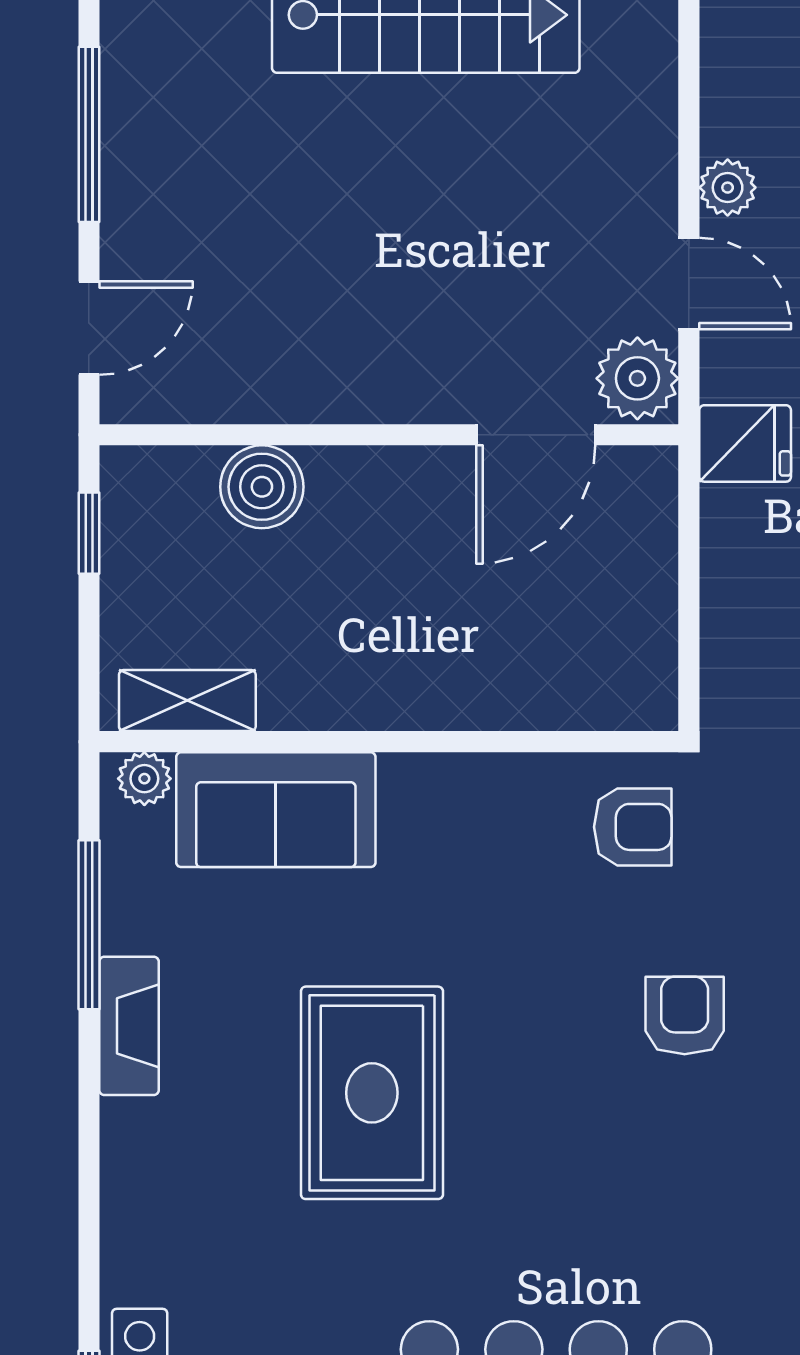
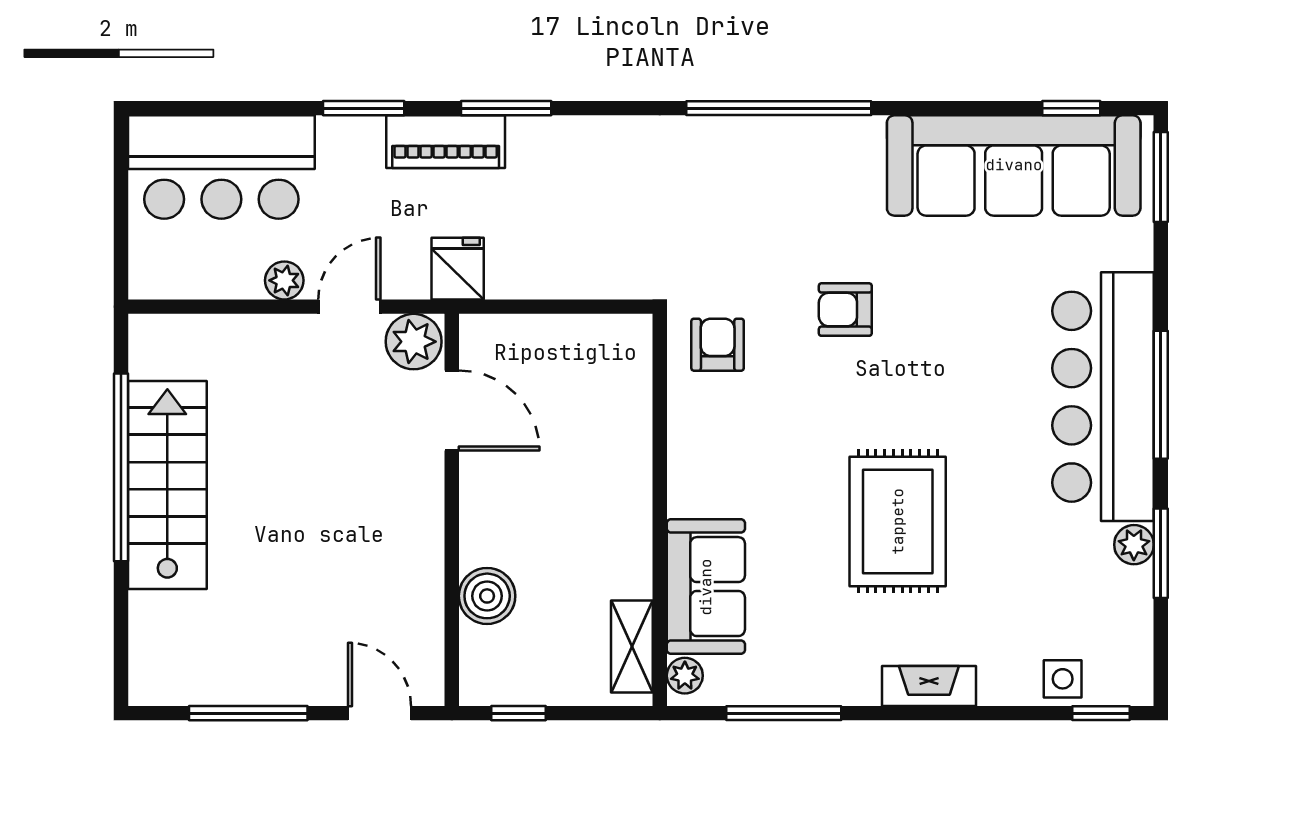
fireplace: (129, 1026) -> (929, 686), moved
rug: (372, 1093) -> (898, 521), turned 90

